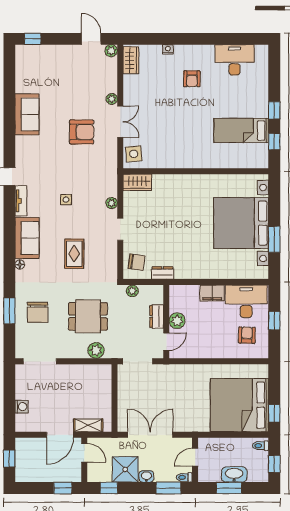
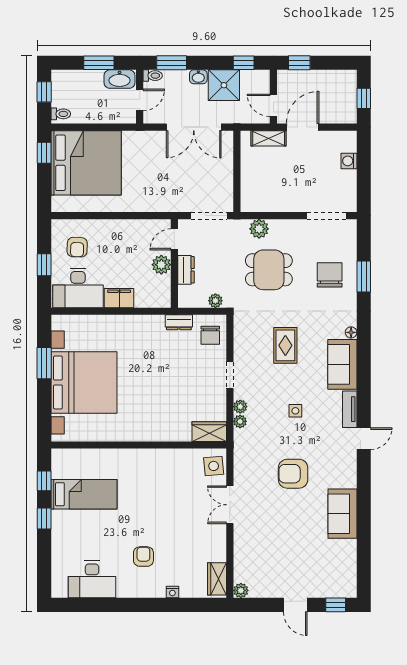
door: (91, 39) -> (295, 605), moved
plant: (112, 99) -> (240, 421), moved
armchair: (82, 132) -> (293, 474), moved
chair: (137, 262) -> (210, 335), turned -98
washbasin: (234, 475) -> (120, 79), moved

